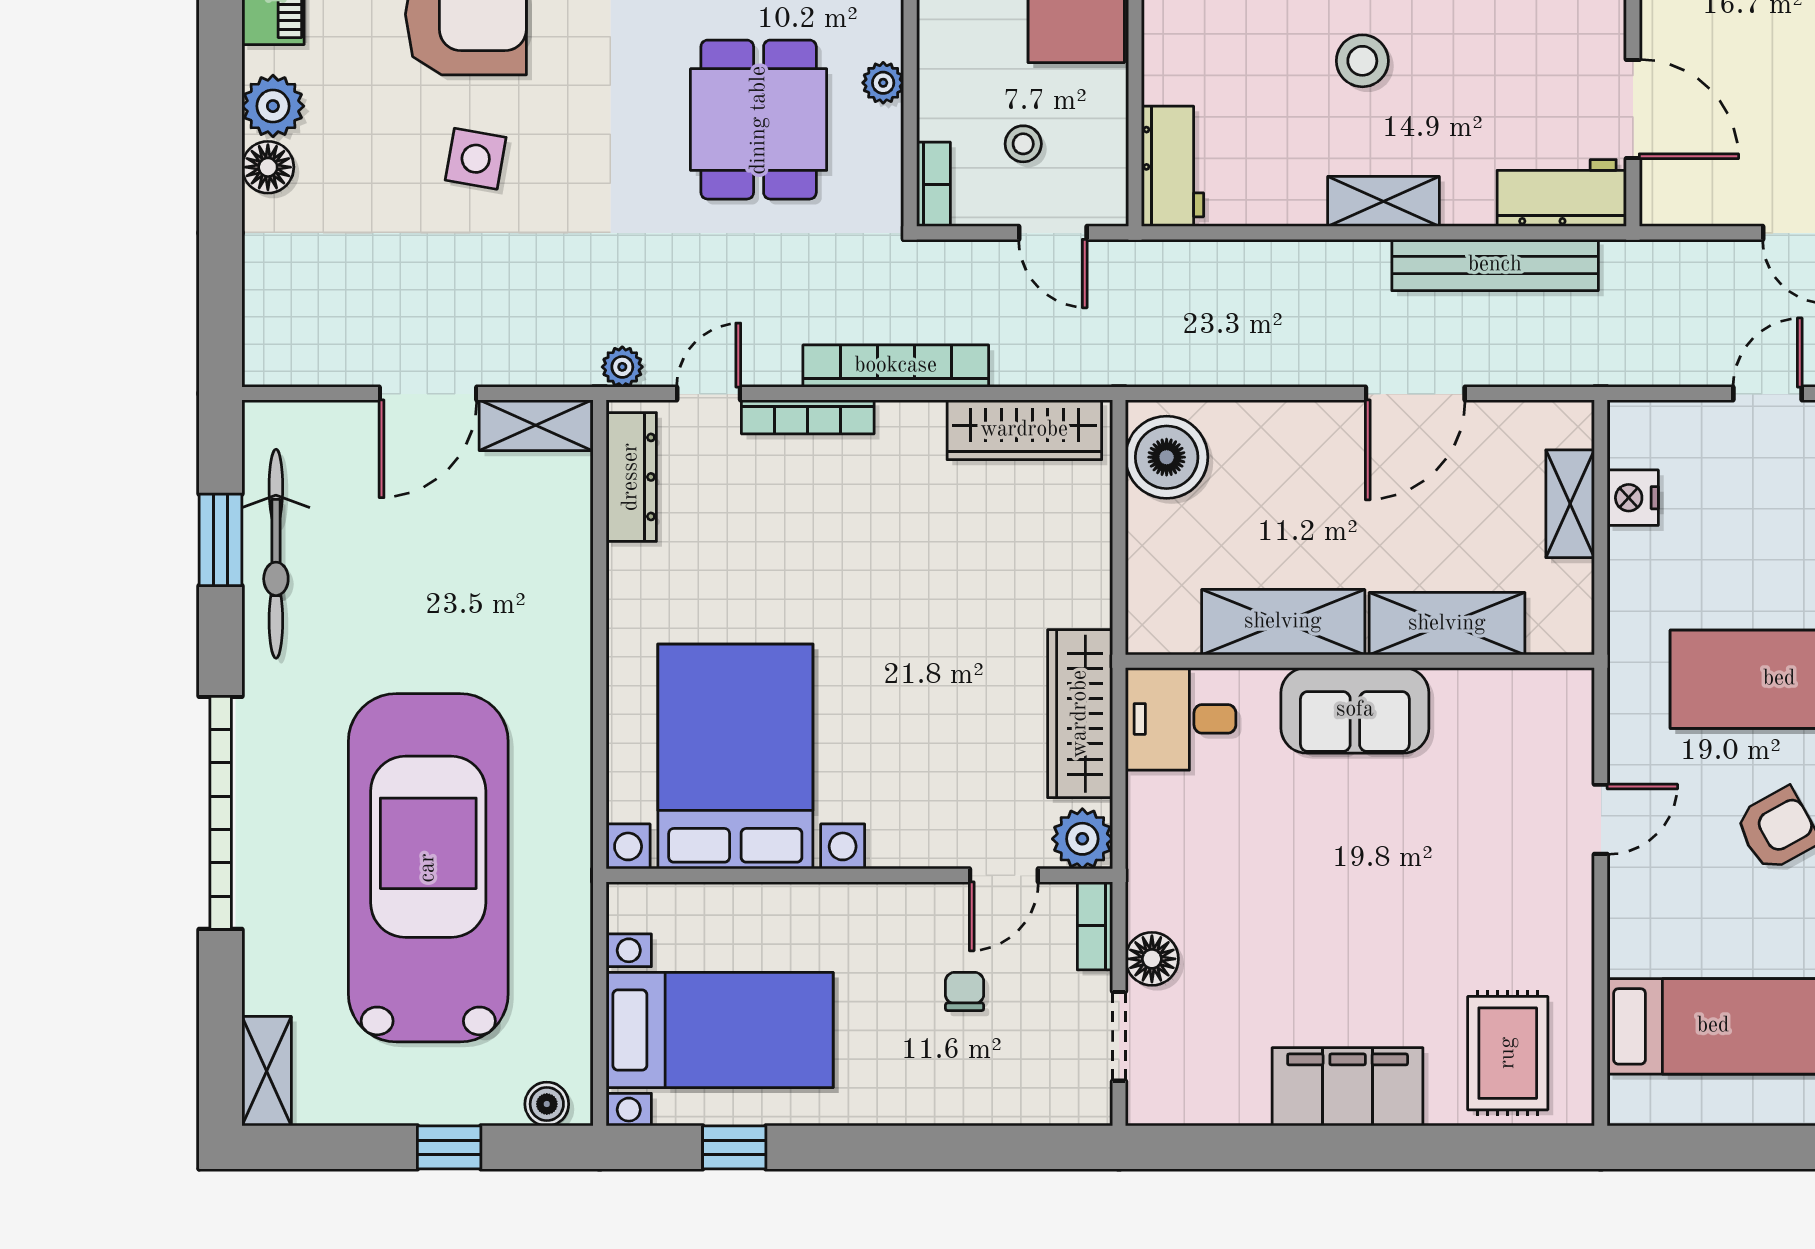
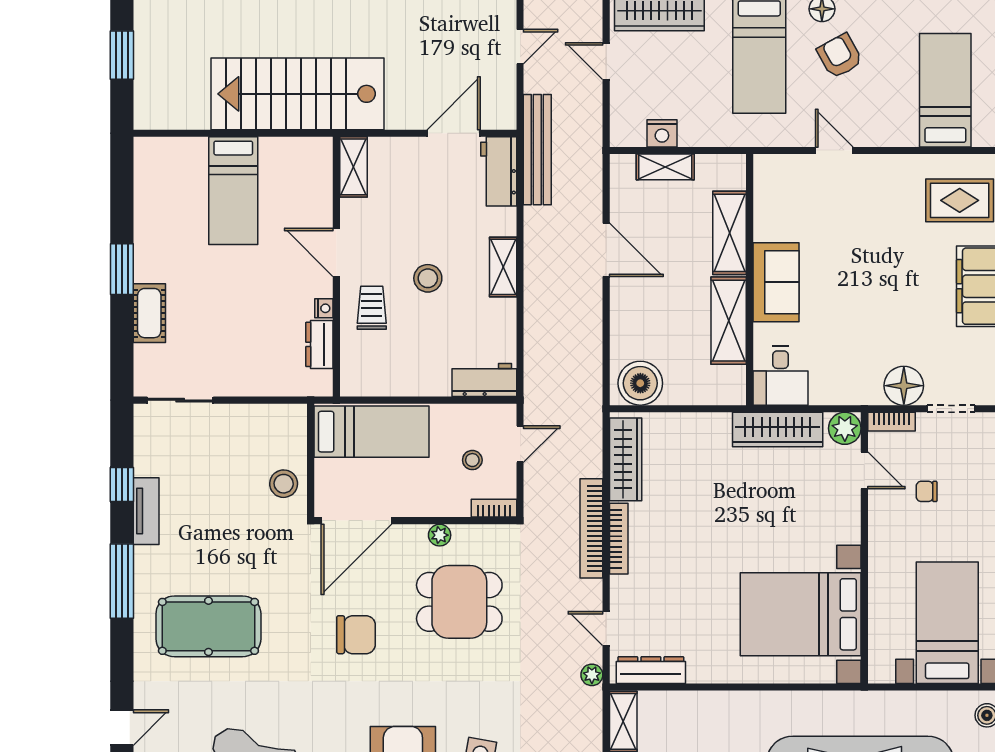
bench: (1495, 265) -> (537, 150), moved
bookcase: (808, 417) -> (619, 539), moved
floor lamp: (1152, 959) -> (904, 386), width x1.38, depth x1.38

